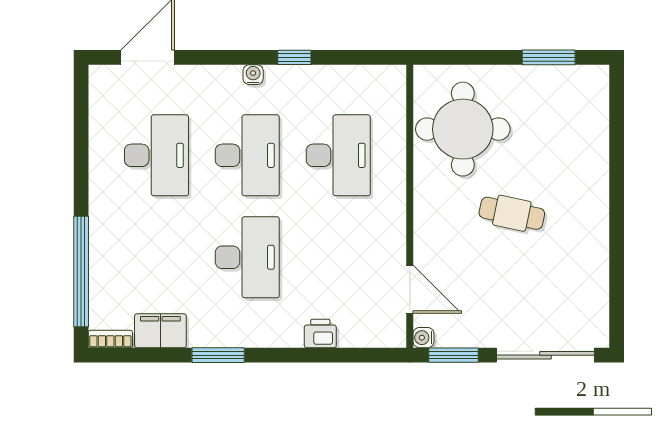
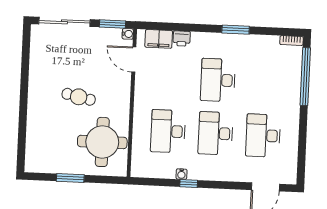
window: (549, 57) -> (70, 178), moved
water cooler: (253, 75) -> (181, 174), moved
filing cabinet: (160, 331) -> (159, 39), moved

